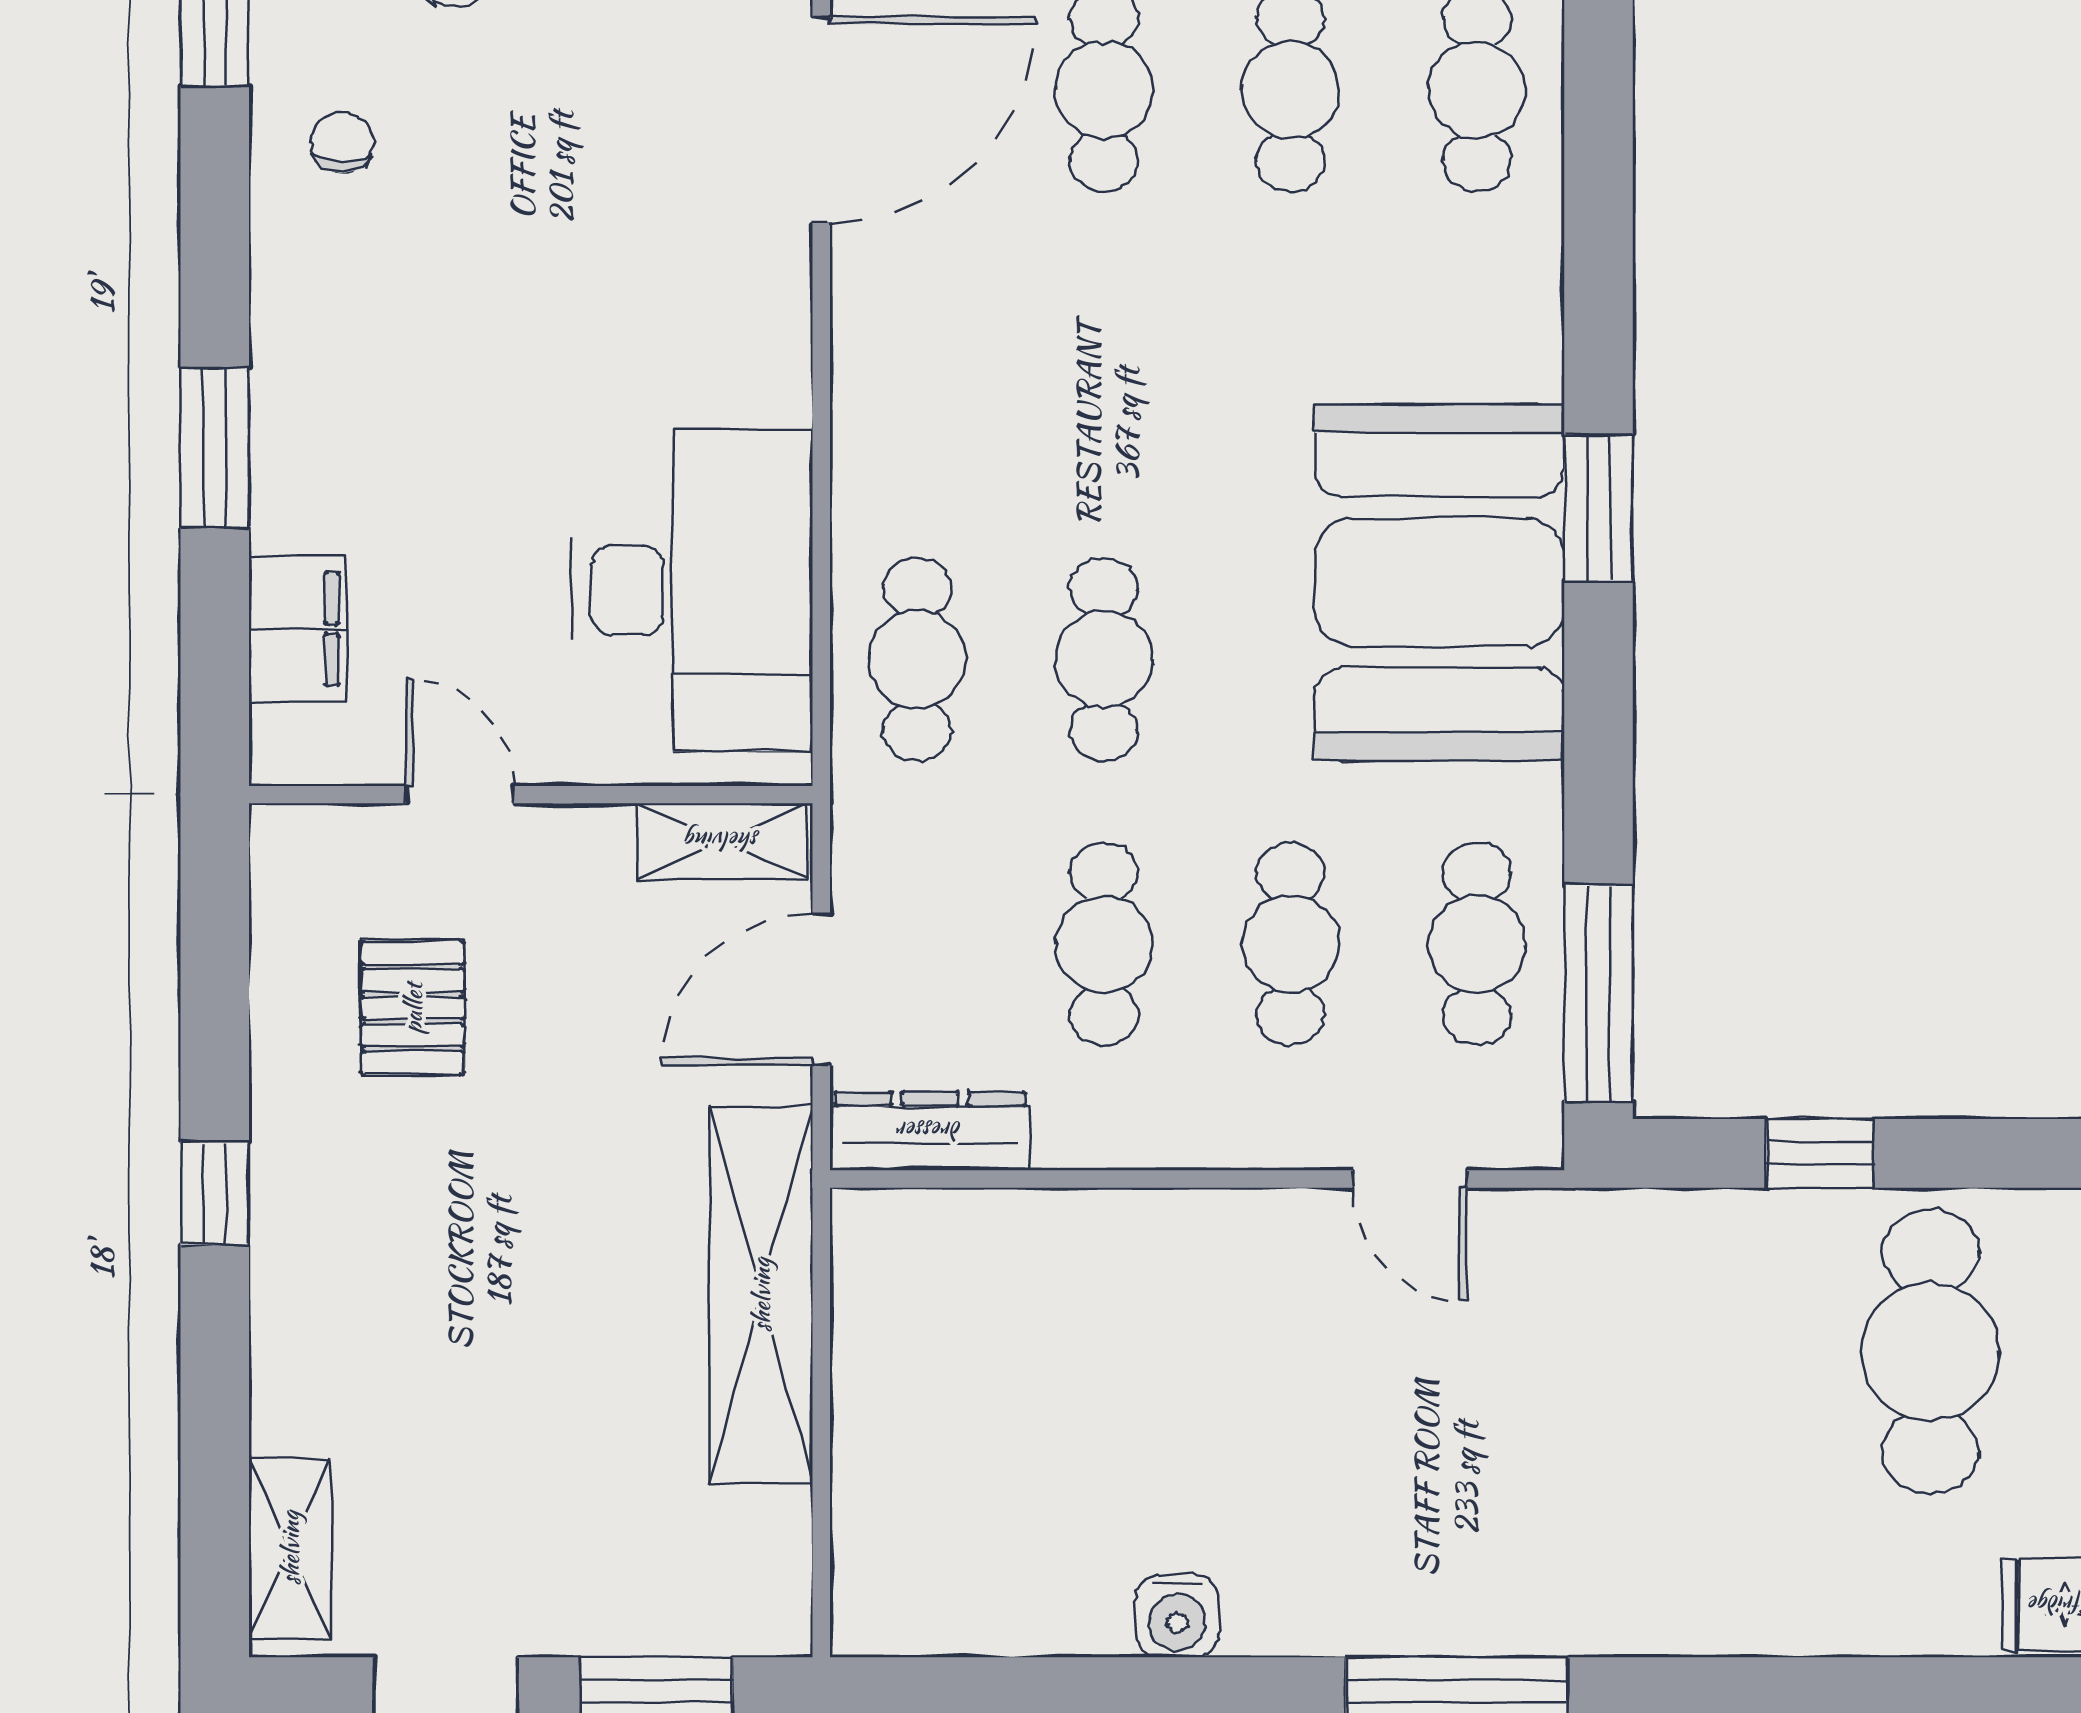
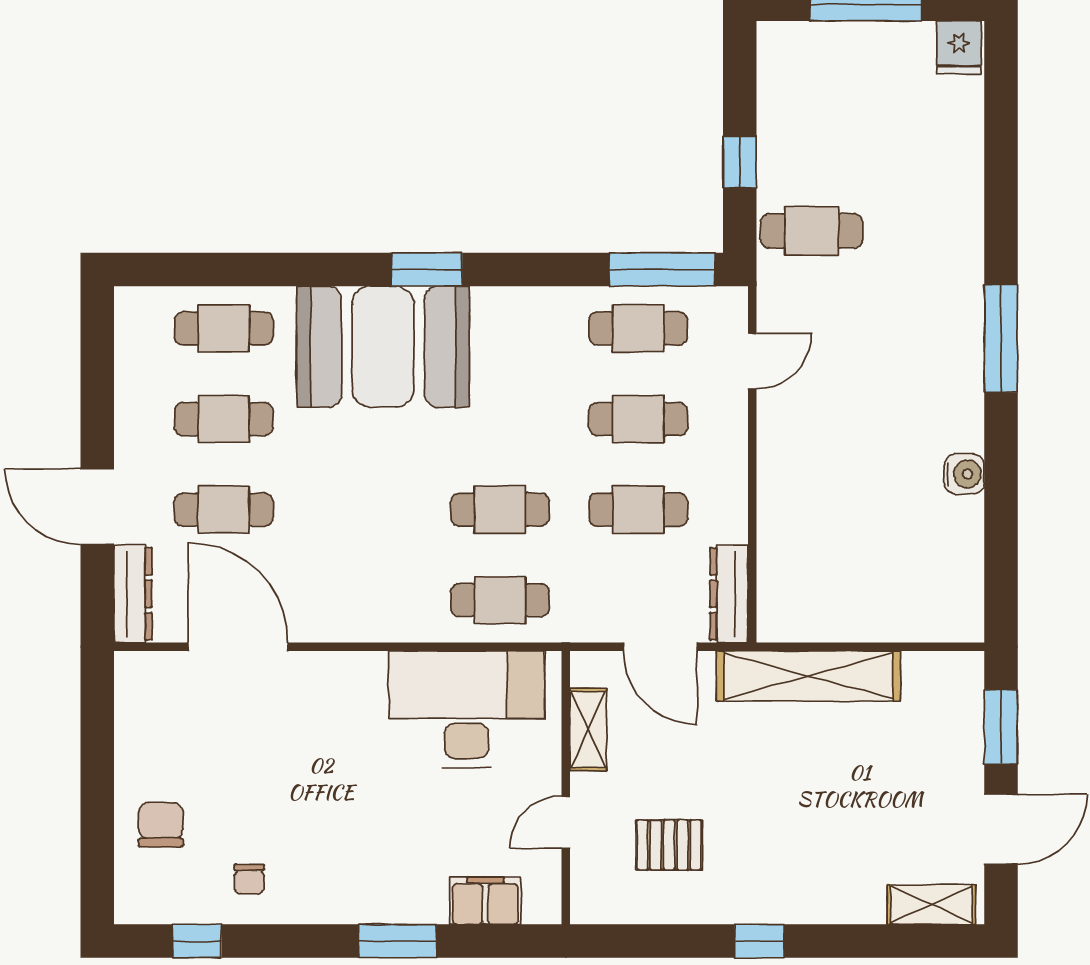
chair: (342, 142) -> (249, 879), turned -90
booth: (1440, 582) -> (383, 347), moved
shelving: (723, 841) -> (588, 730), moved
cafe table: (1930, 1352) -> (812, 231), moved, width x0.73, depth x0.74

